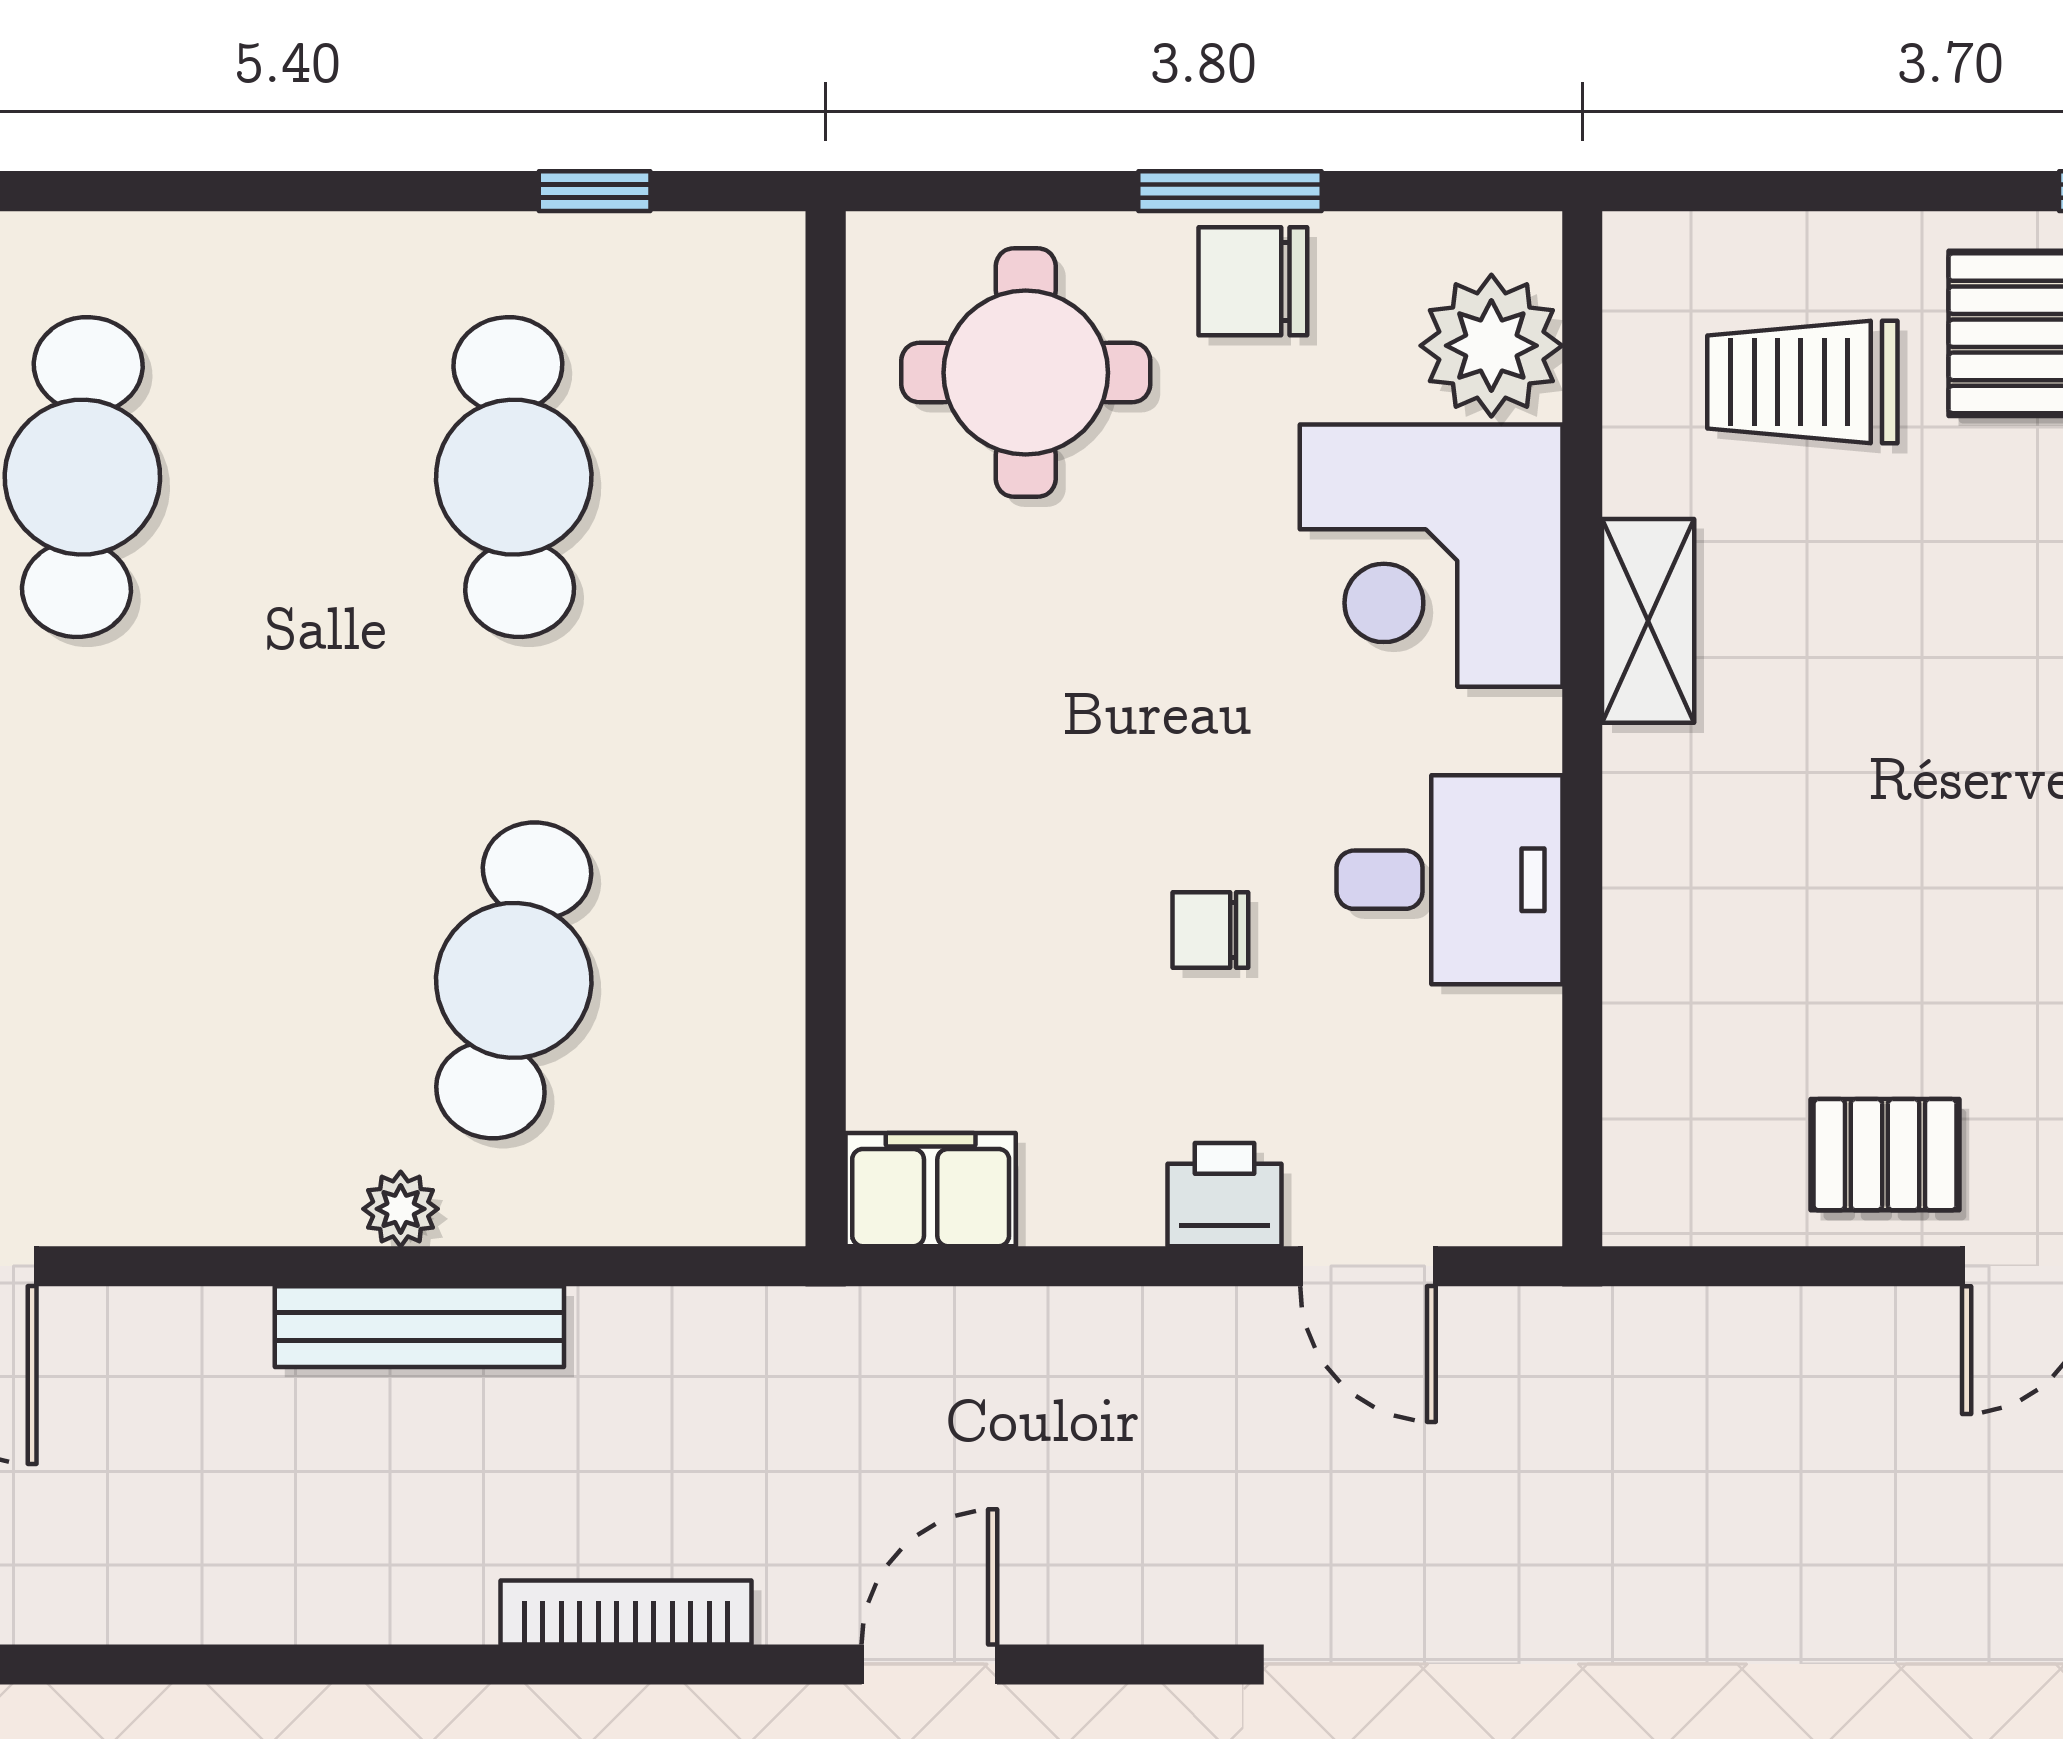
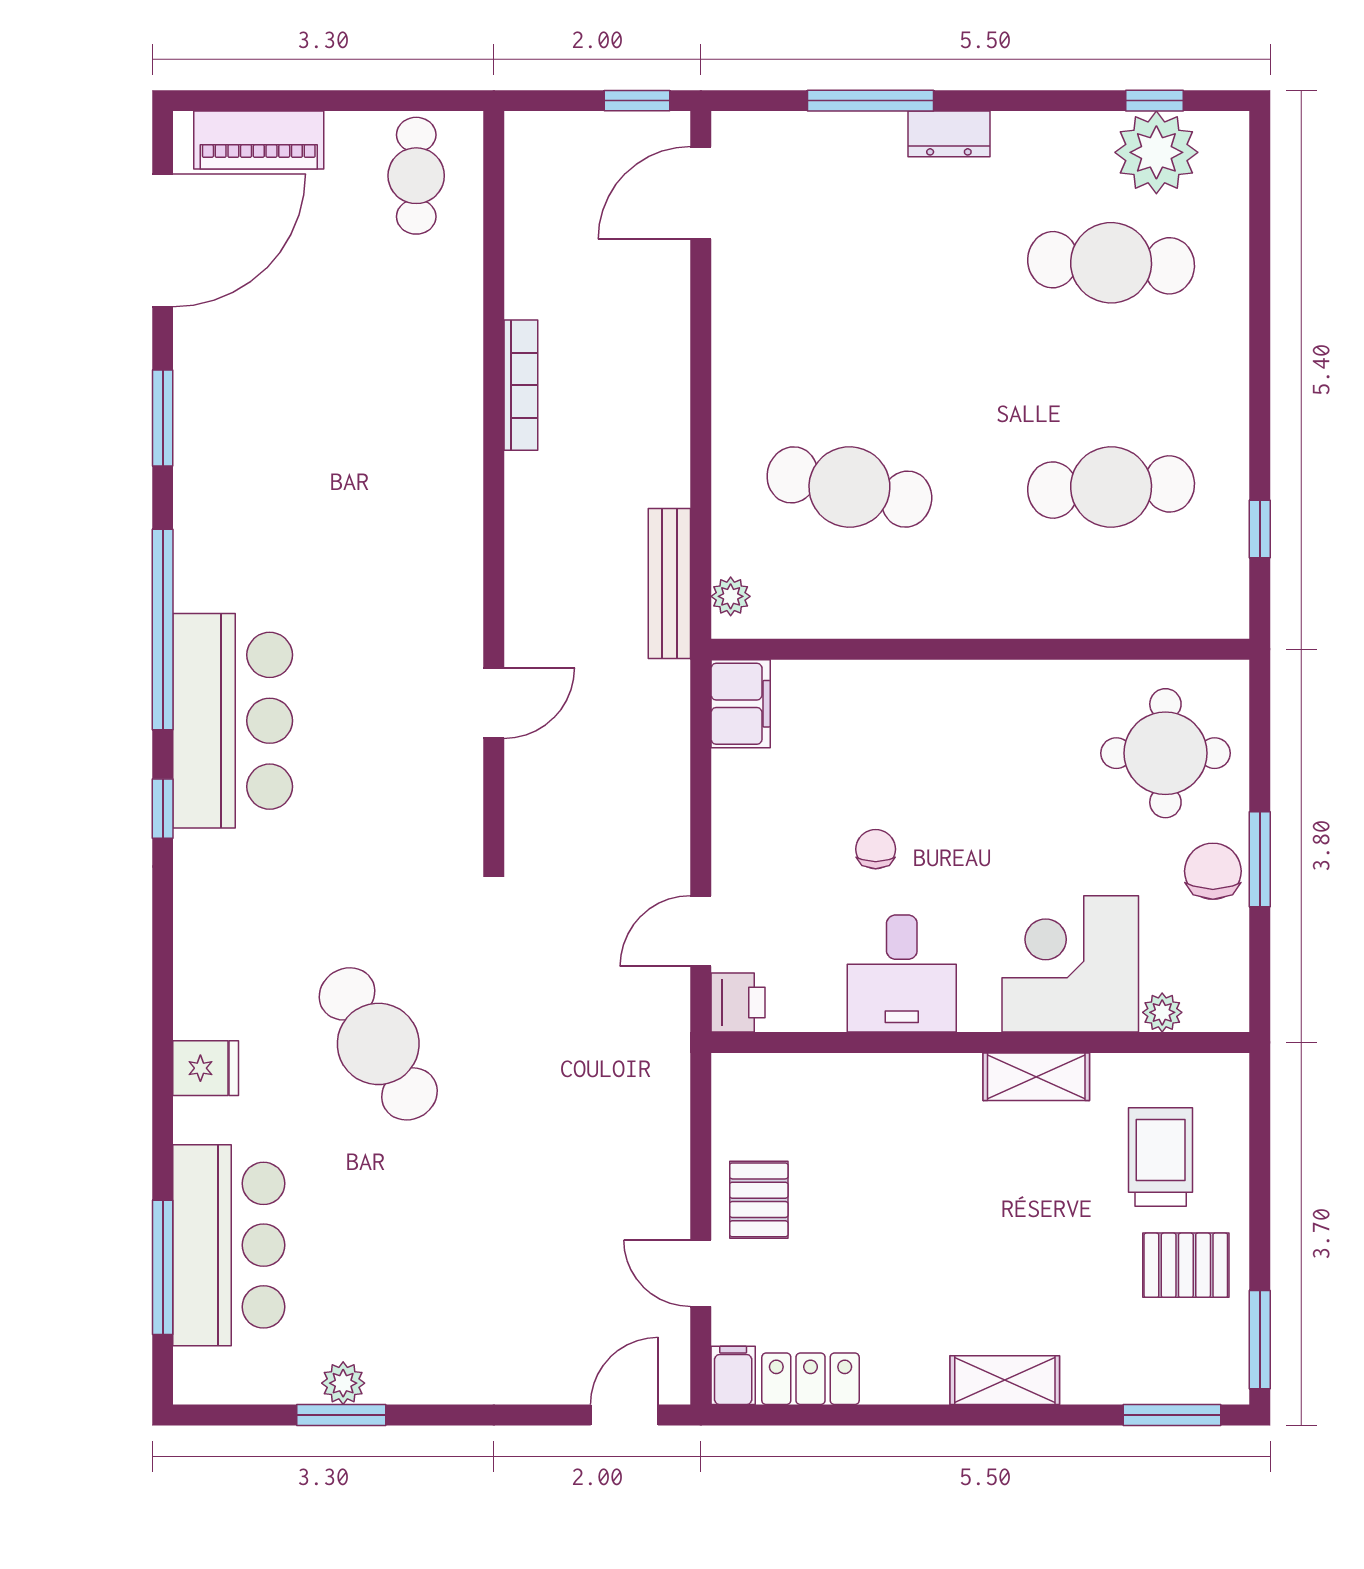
plant: (1491, 346) -> (1162, 1012), width x0.53, depth x0.53
printer: (1224, 1195) -> (738, 1003), moved
plant: (401, 1209) -> (731, 596), moved
bench: (419, 1327) -> (669, 584), moved
bookcase: (626, 1612) -> (521, 385), moved
door: (929, 1664) -> (494, 703), hinge flipped

